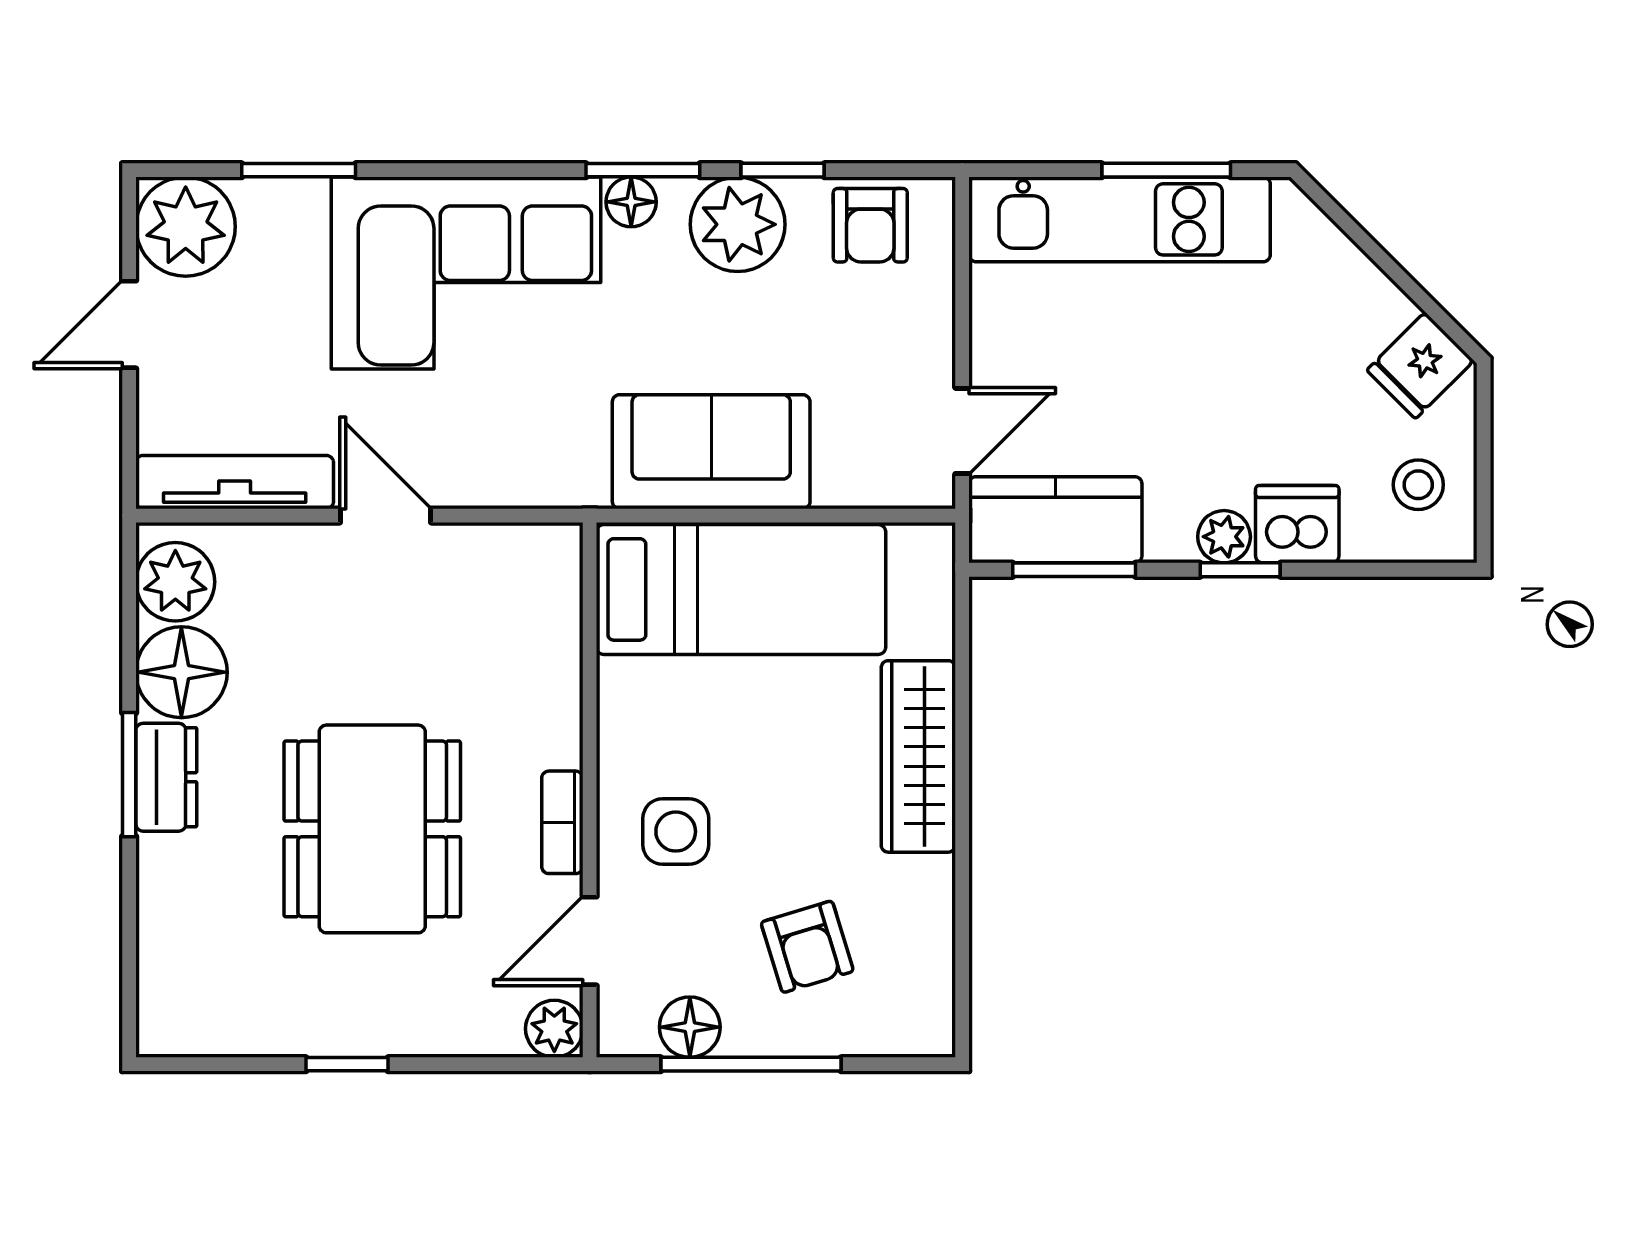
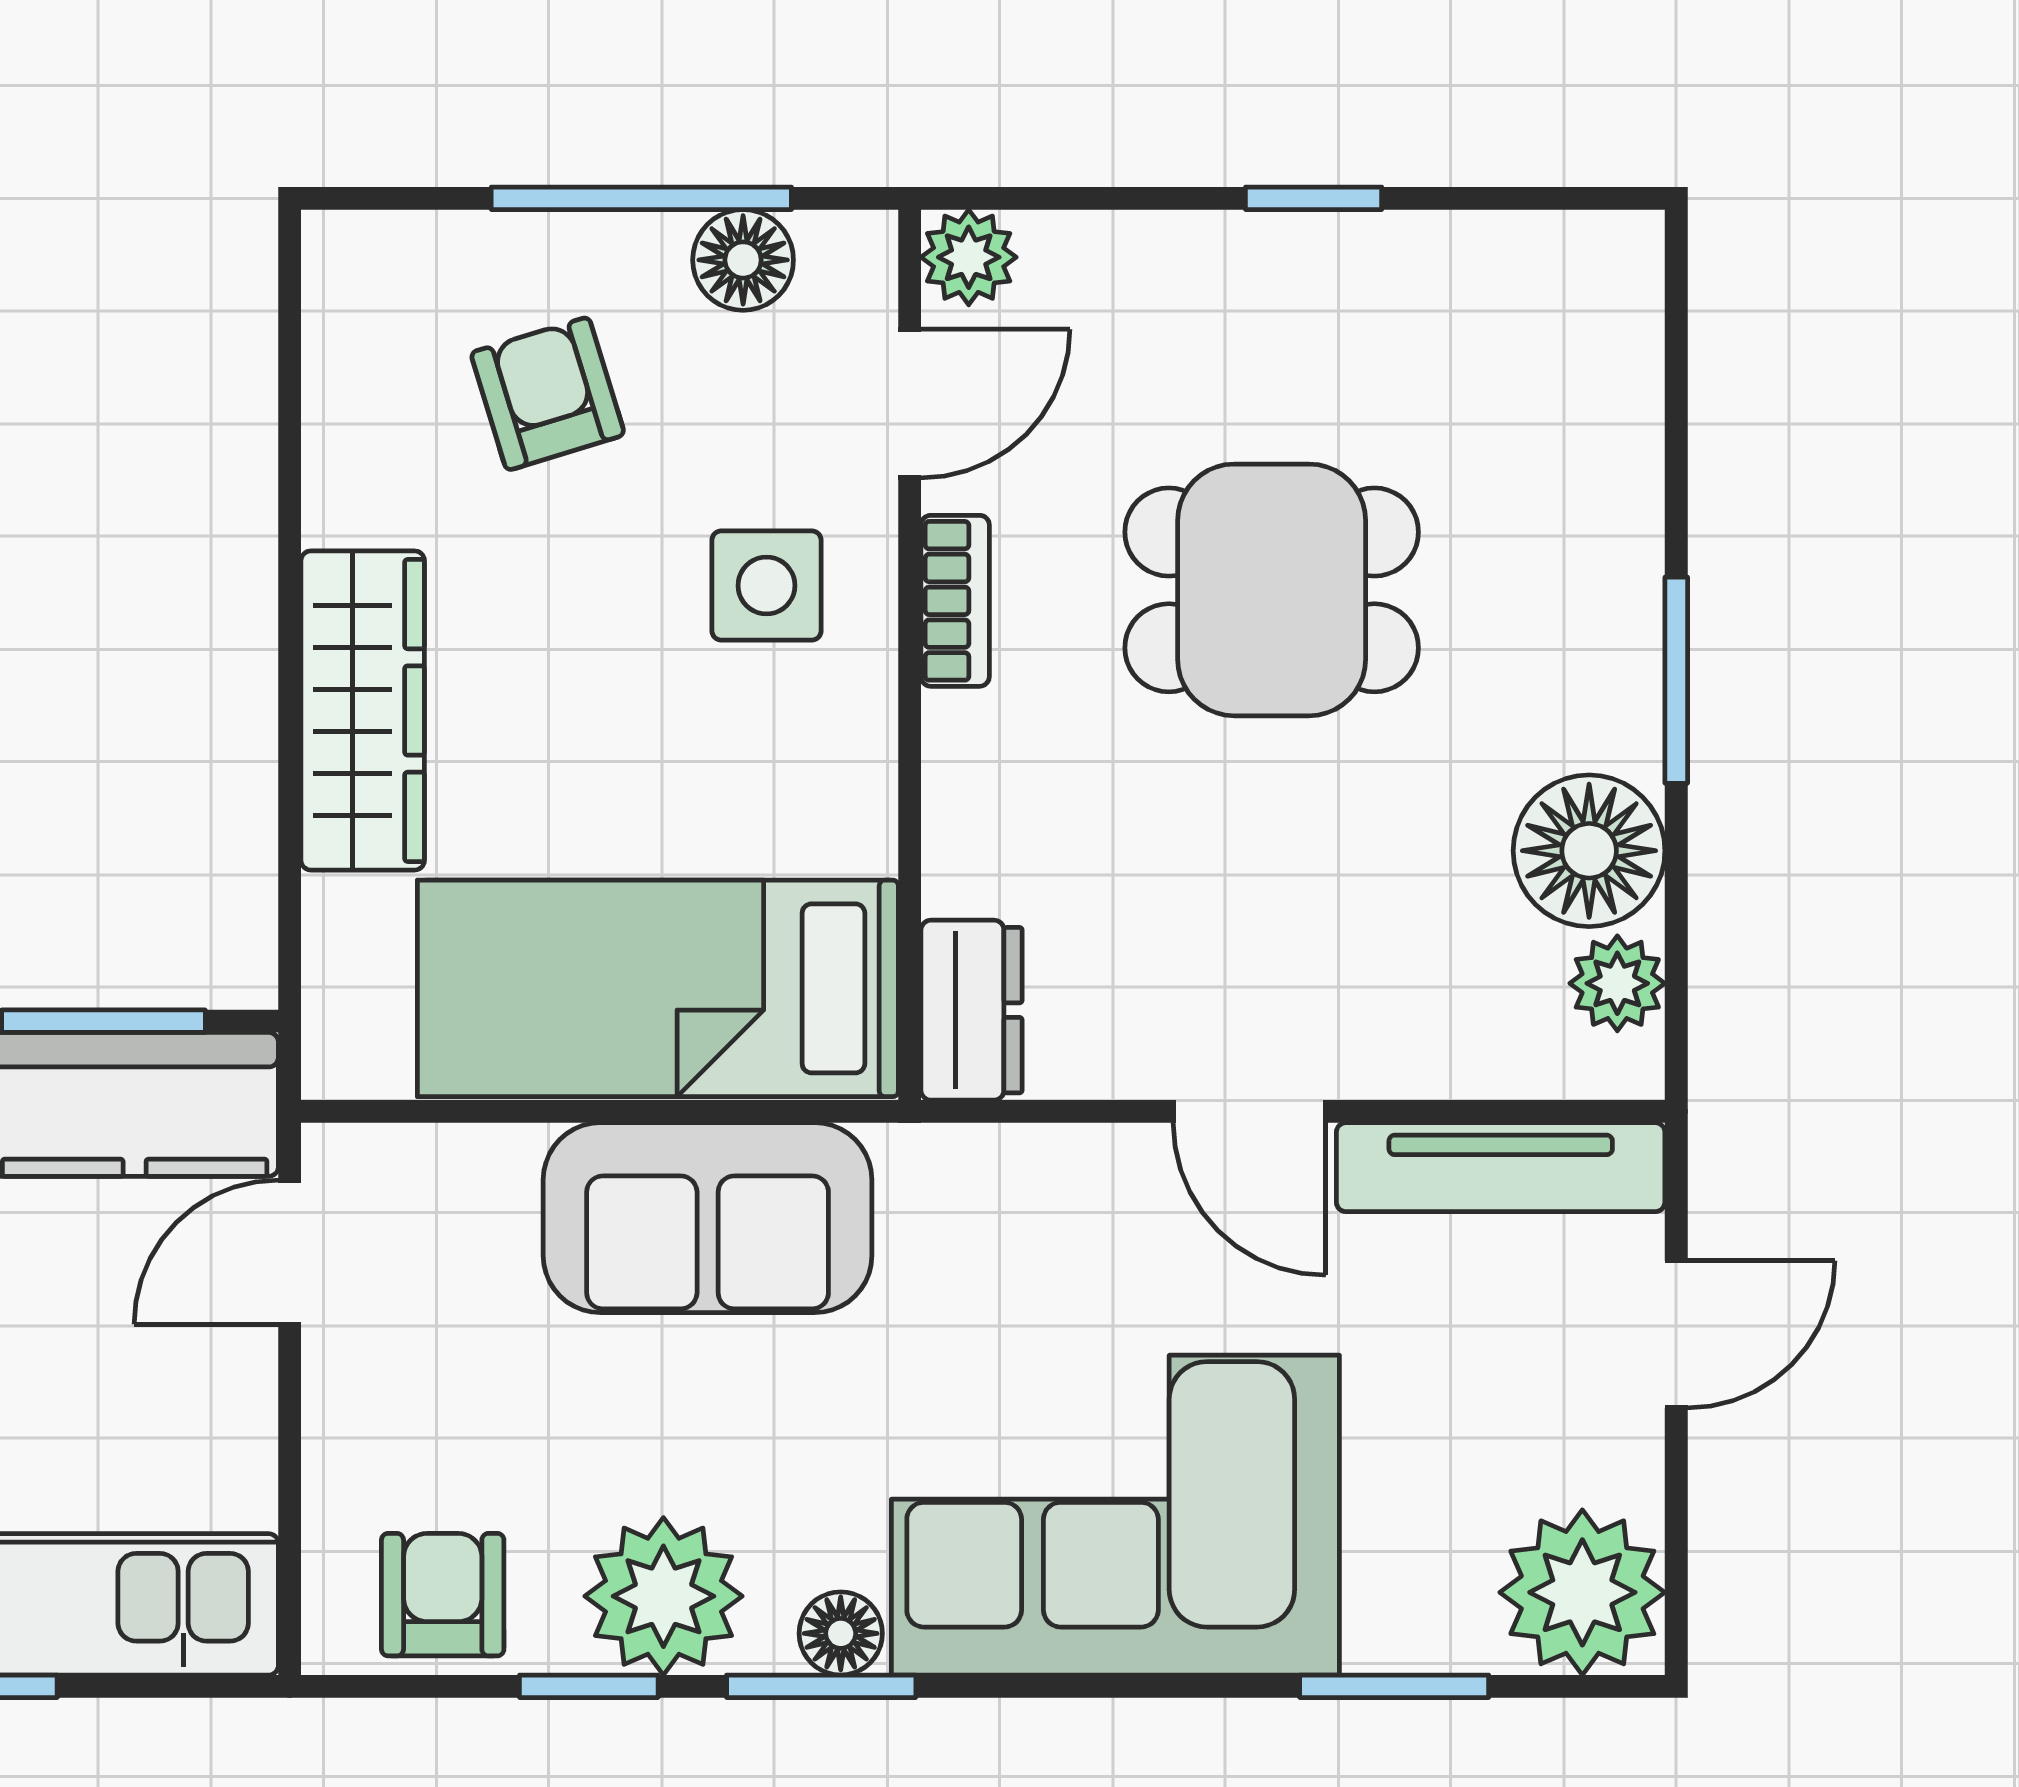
door: (129, 324) -> (1676, 1334), moved
plant: (175, 582) -> (1617, 983), width x0.73, depth x0.73
dresser: (166, 777) -> (972, 1010), moved, turned 180
dining table: (372, 829) -> (1272, 590), width x0.73

